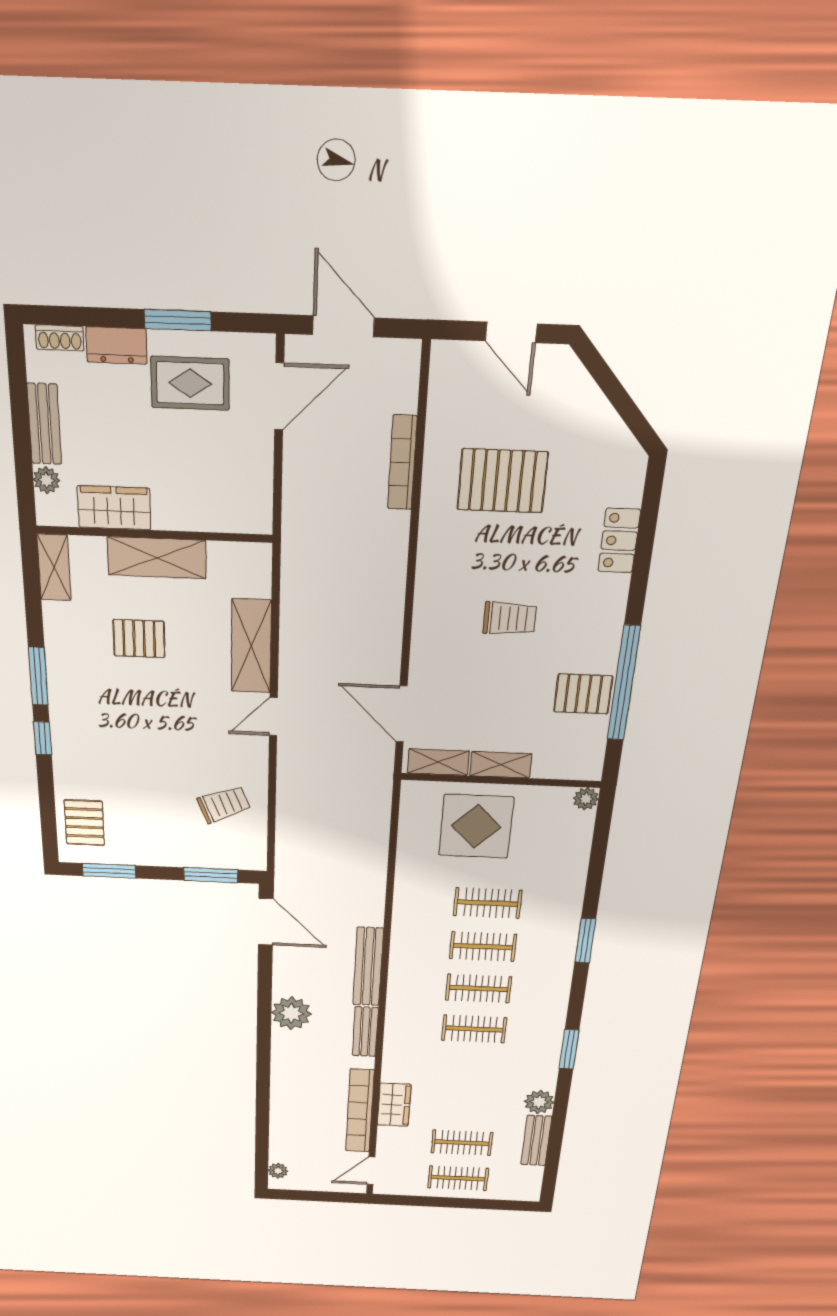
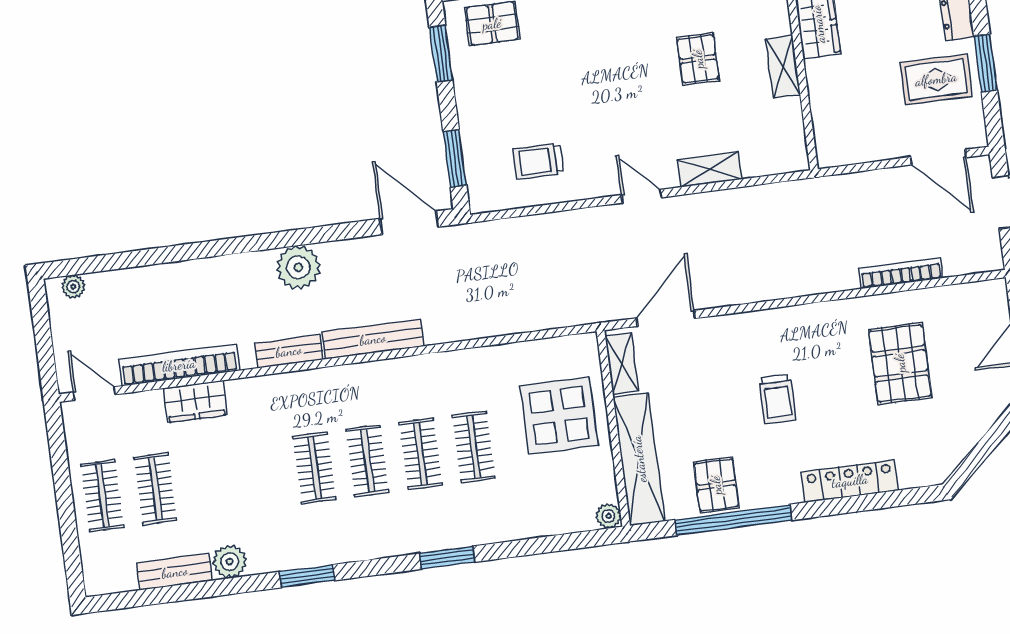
rug: (190, 383) -> (936, 79), turned 90
locker: (619, 541) -> (850, 481), width x1.53
shelving: (157, 558) -> (783, 67), width x0.67, depth x0.75
shelving: (251, 646) -> (709, 170), width x0.67, depth x0.75
shelving: (501, 765) -> (639, 459), width x2.20, depth x1.33
trolley: (224, 804) -> (538, 161), turned 112
door: (266, 922) -> (409, 223), swing flipped

